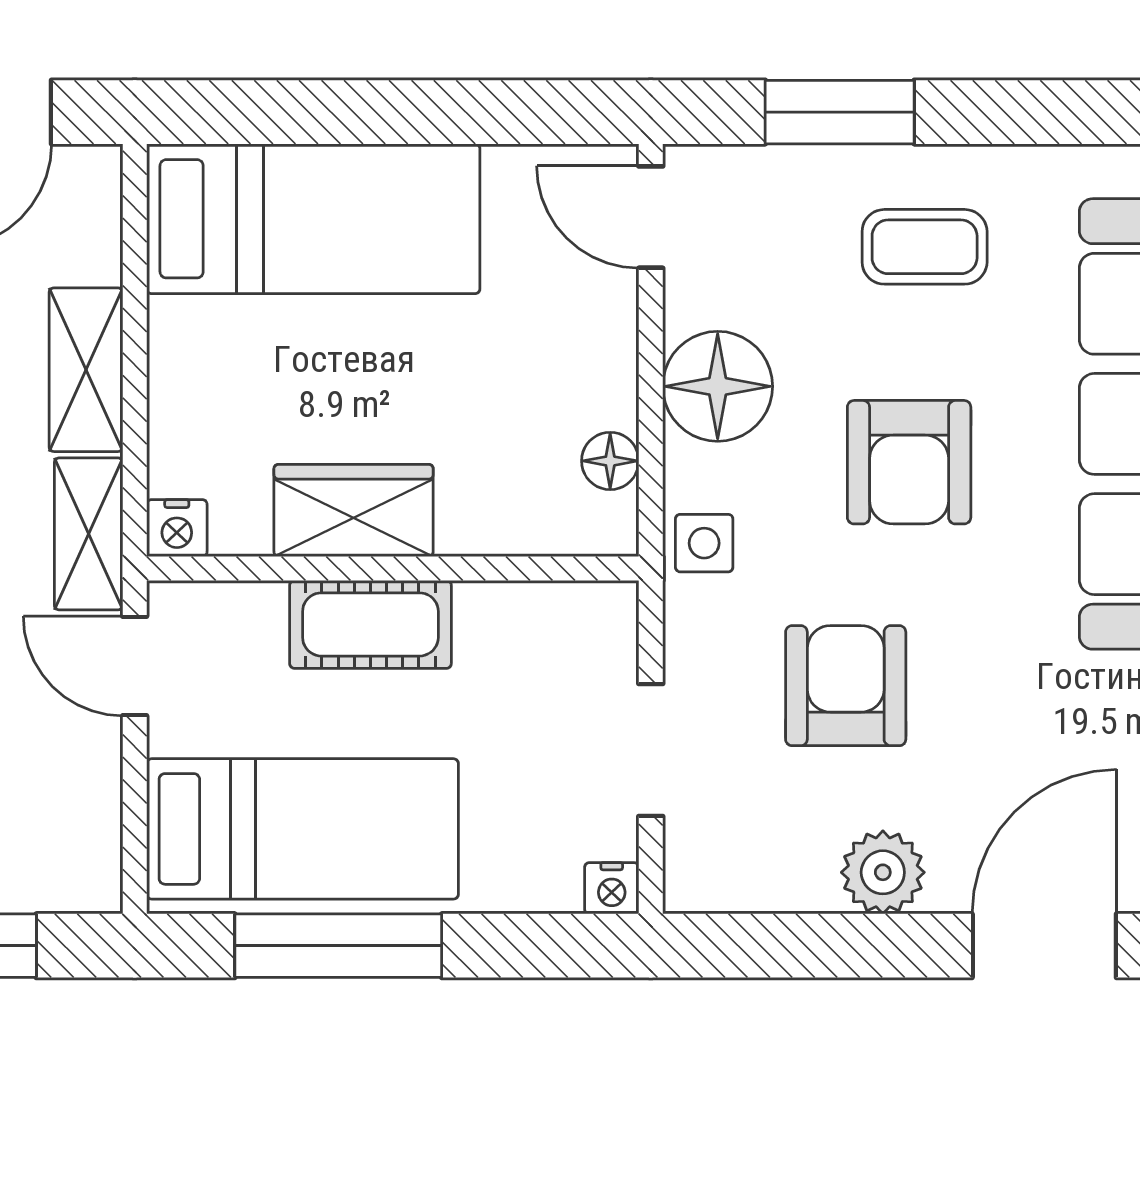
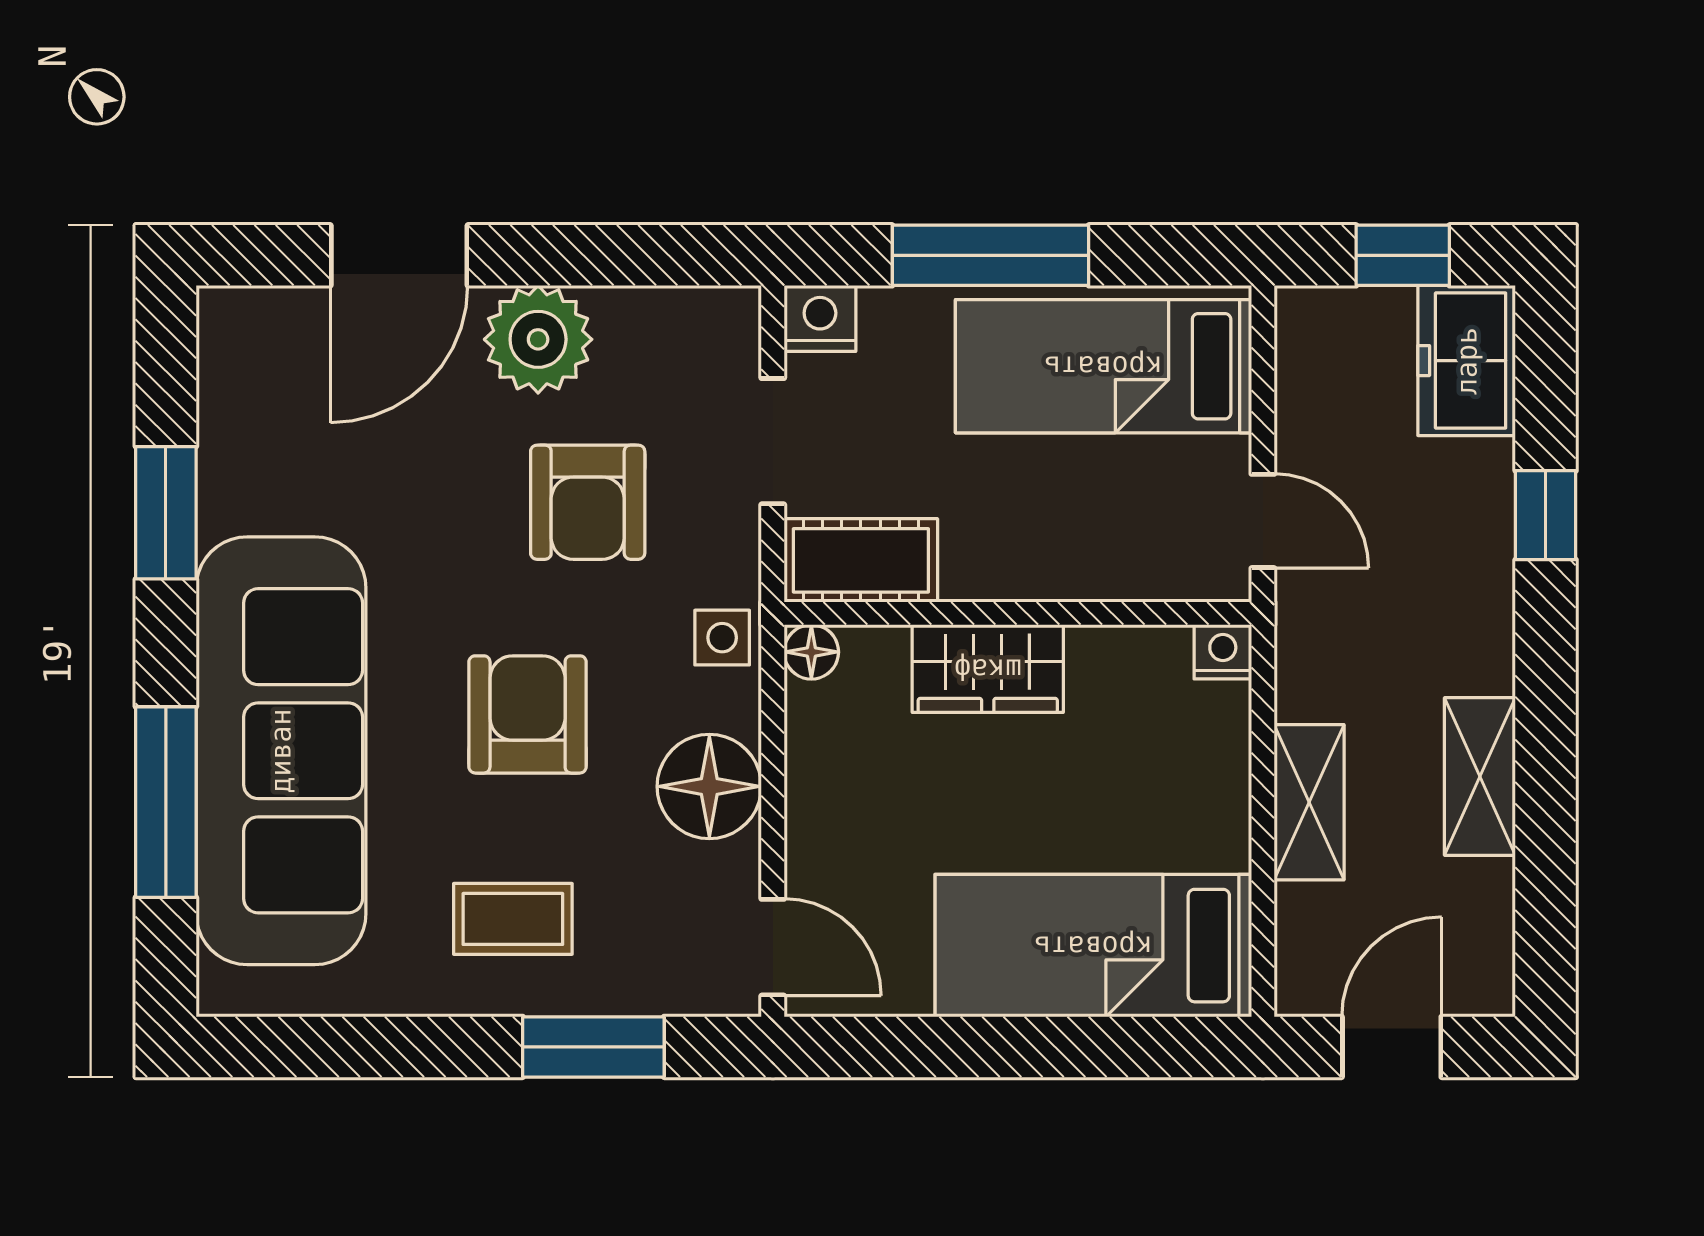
floor lamp: (610, 461) -> (811, 652), moved
wardrobe: (354, 510) -> (988, 669), moved
shelving: (89, 534) -> (1307, 646), removed
cot: (370, 624) -> (861, 560), moved
plant: (883, 872) -> (538, 339), width x1.36, depth x1.36
nightstand: (612, 888) -> (820, 318), width x1.39, depth x1.35
window: (338, 946) -> (990, 255), moved

